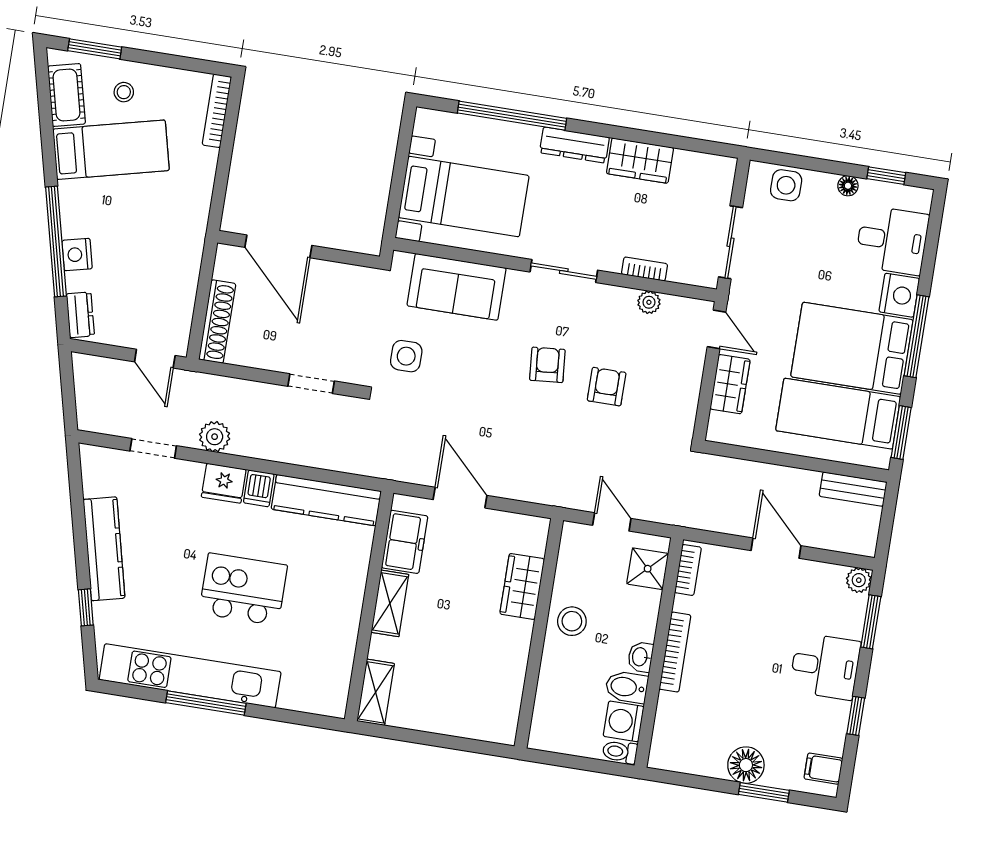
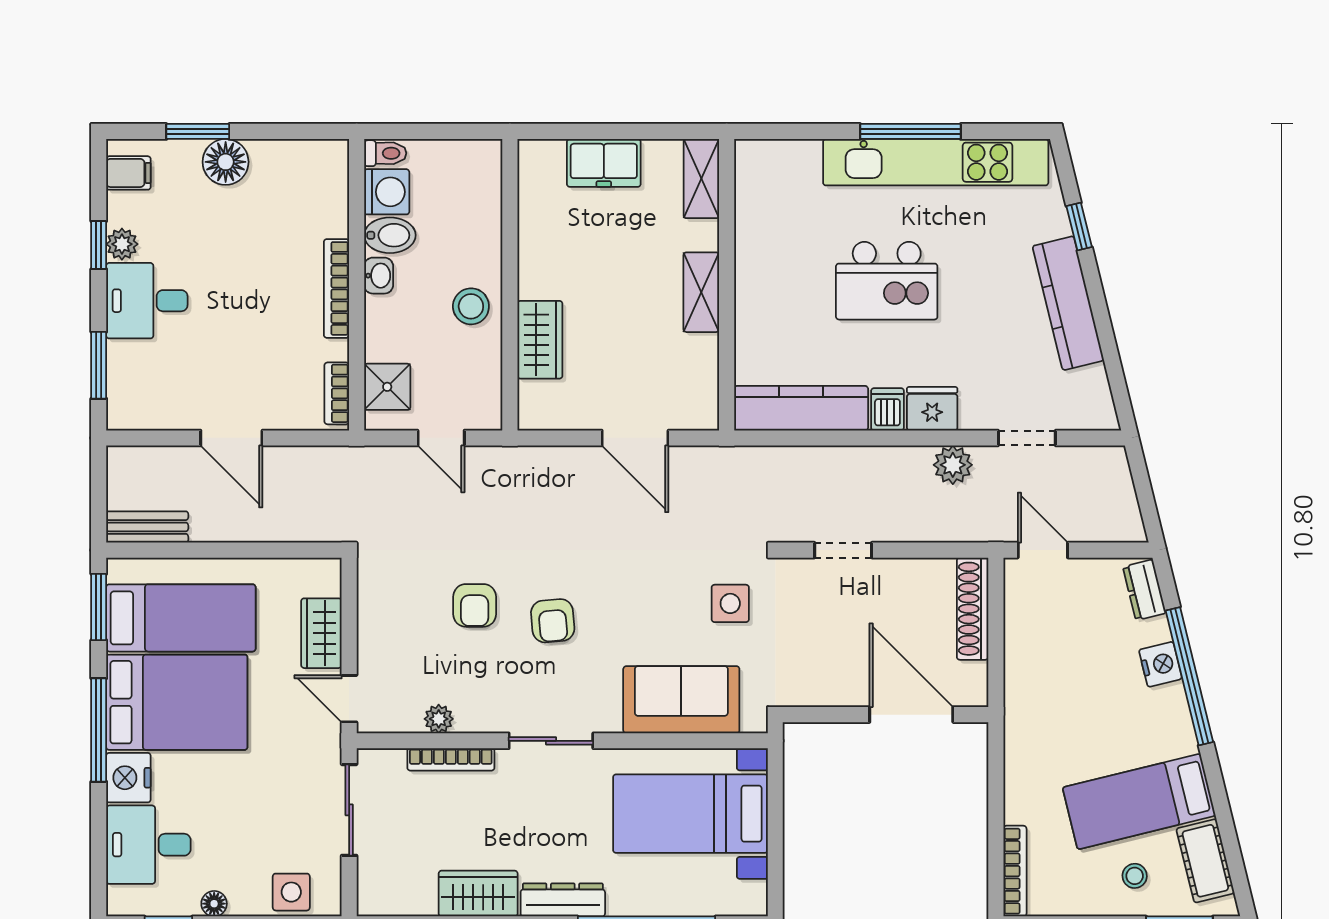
bookcase: (644, 269) -> (451, 759), width x1.56
freezer: (405, 542) -> (604, 163), moved, turned -90
plant: (859, 580) -> (122, 244), moved

